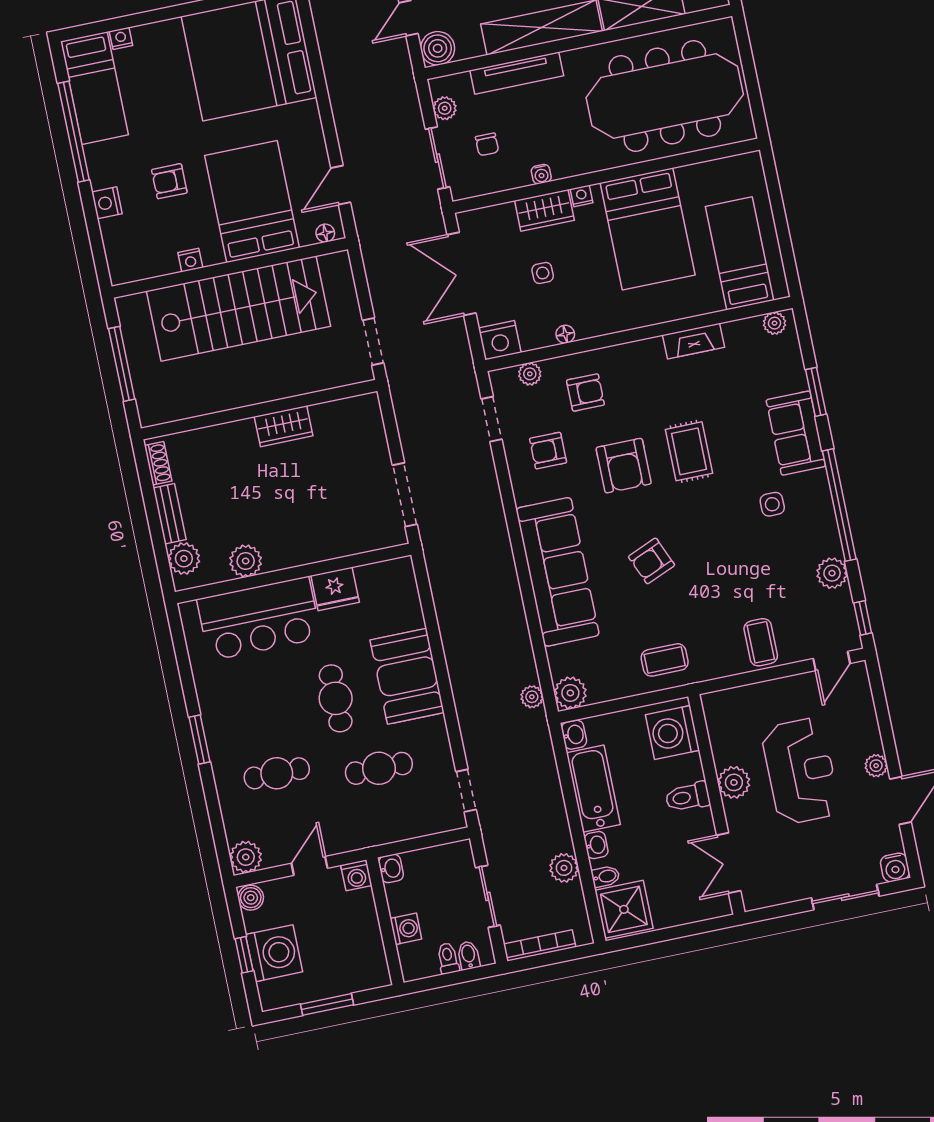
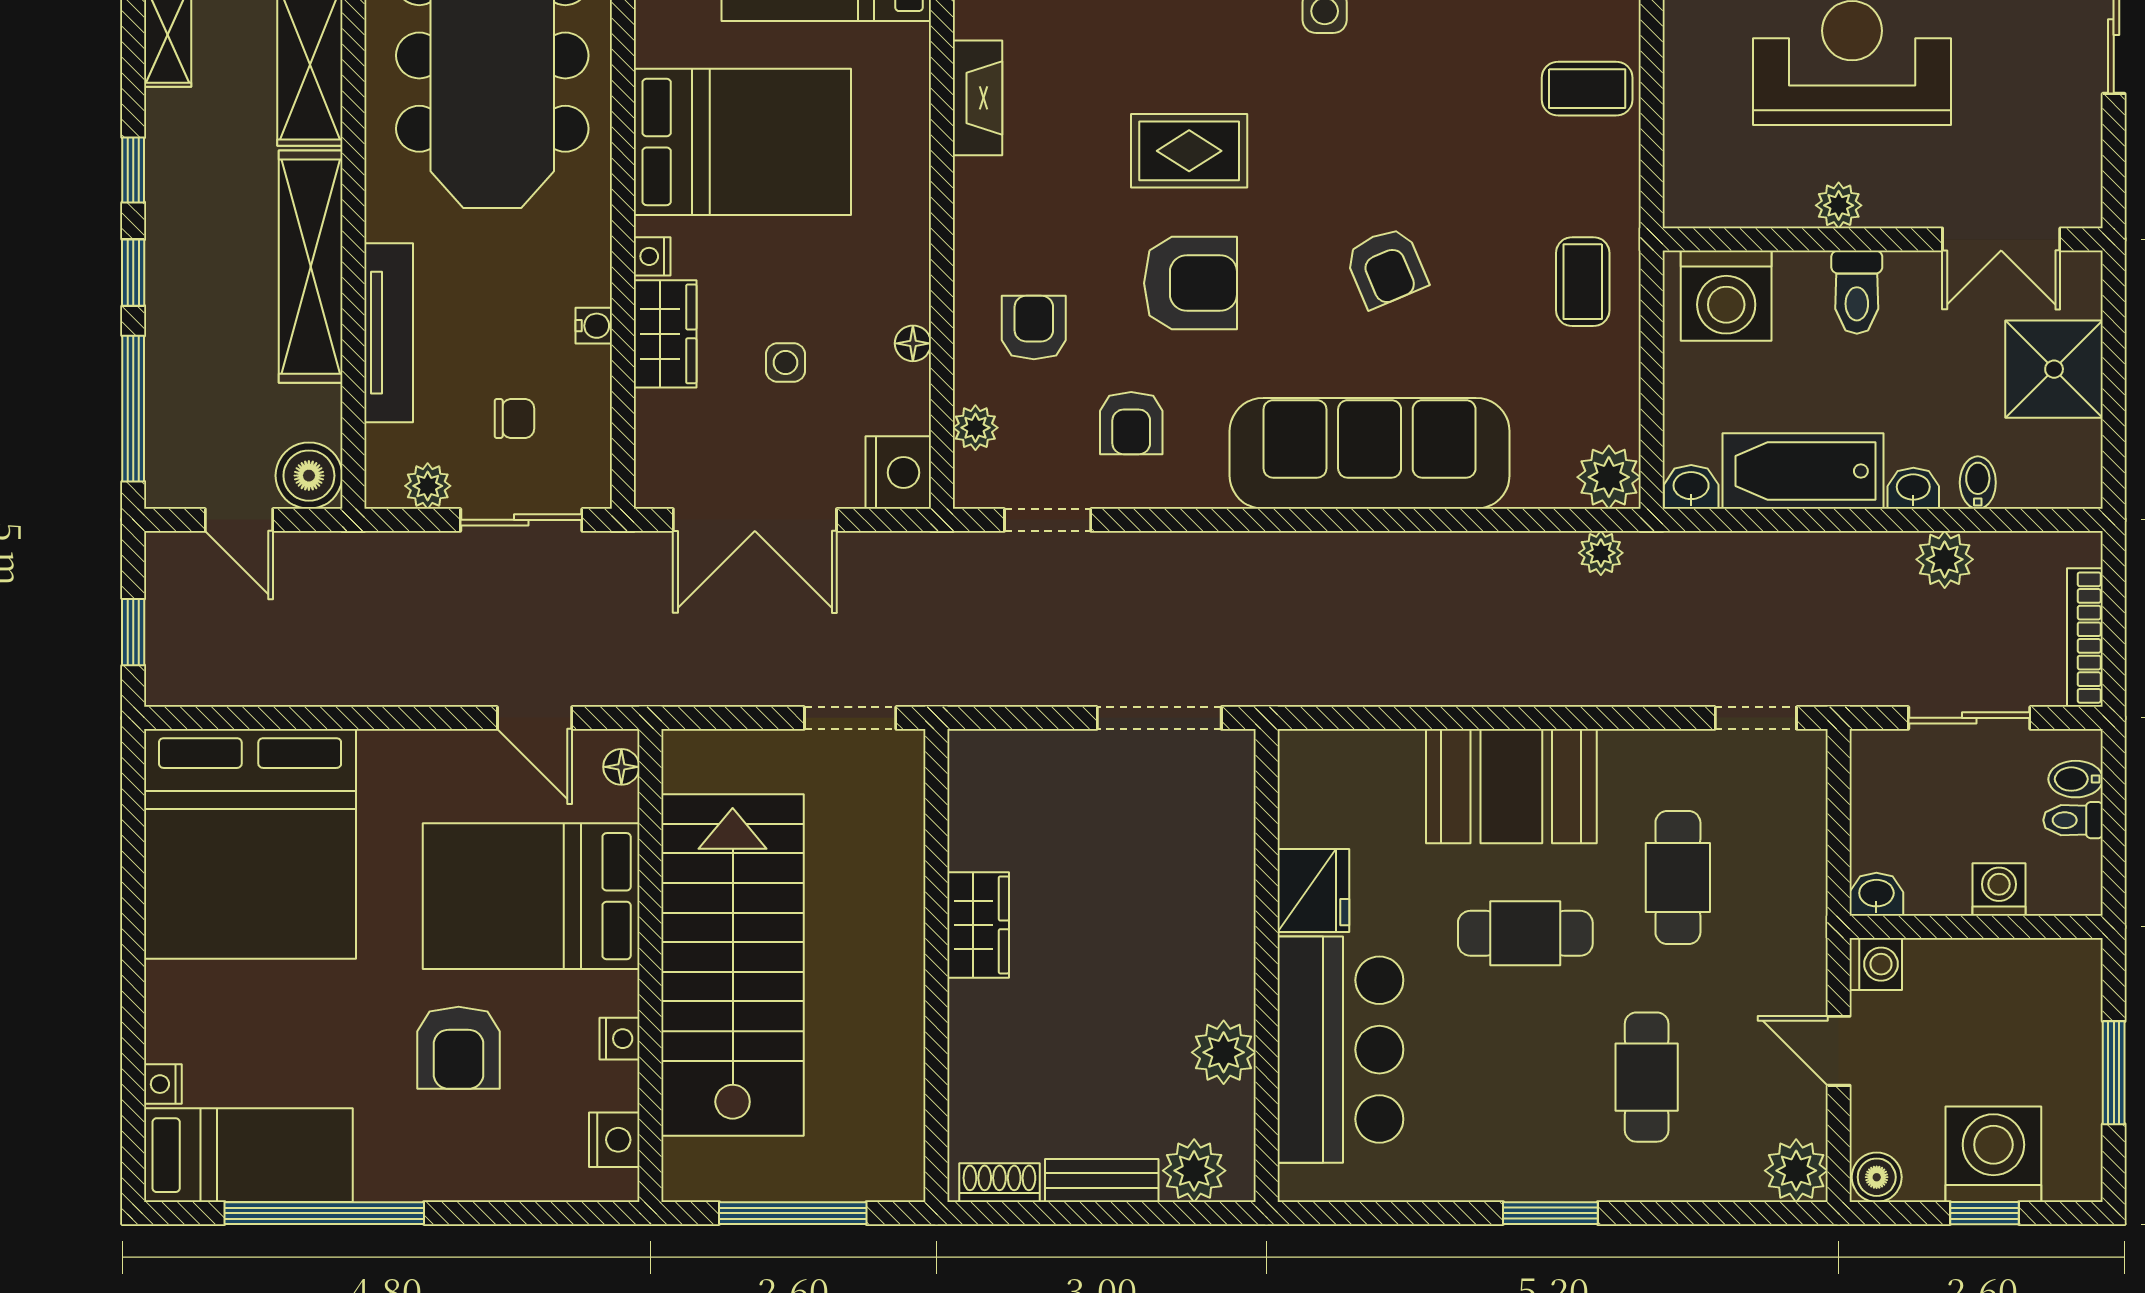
armchair: (169, 181) -> (459, 1048), width x1.38, depth x1.38
nightstand: (107, 203) -> (614, 1140), moved, turned -90
plant: (734, 782) -> (1839, 205), width x0.73, depth x0.73
shower: (624, 909) -> (2054, 369), moved

